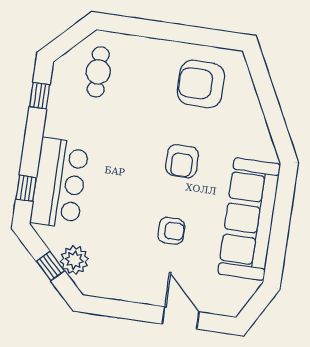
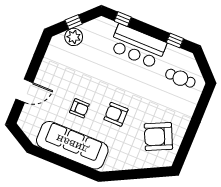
armchair: (201, 84) -> (158, 137), turned -115
bar counter: (60, 183) -> (138, 46), moved
armchair: (171, 231) -> (79, 108), moved, turned -90

